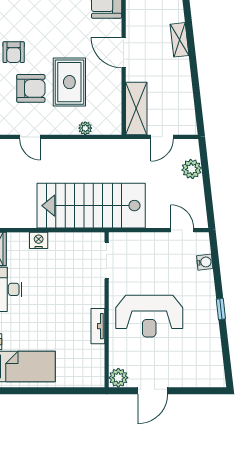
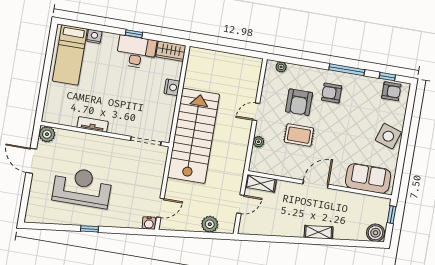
rug: (69, 82) -> (299, 135), width x0.73, depth x0.70
shelving: (136, 108) -> (261, 183), width x0.67, depth x0.75
door: (30, 137) -> (256, 112), moved
door: (162, 137) -> (240, 204), swing flipped
water cooler: (205, 262) -> (149, 223), moved
reception desk: (149, 316) -> (82, 187), moved, turned 90

